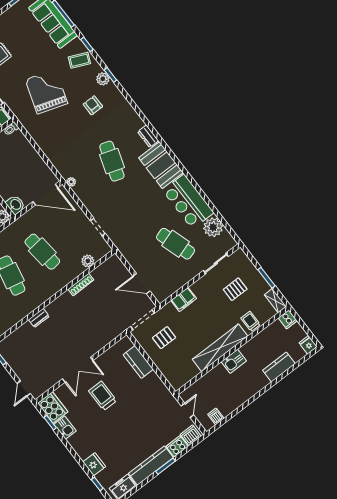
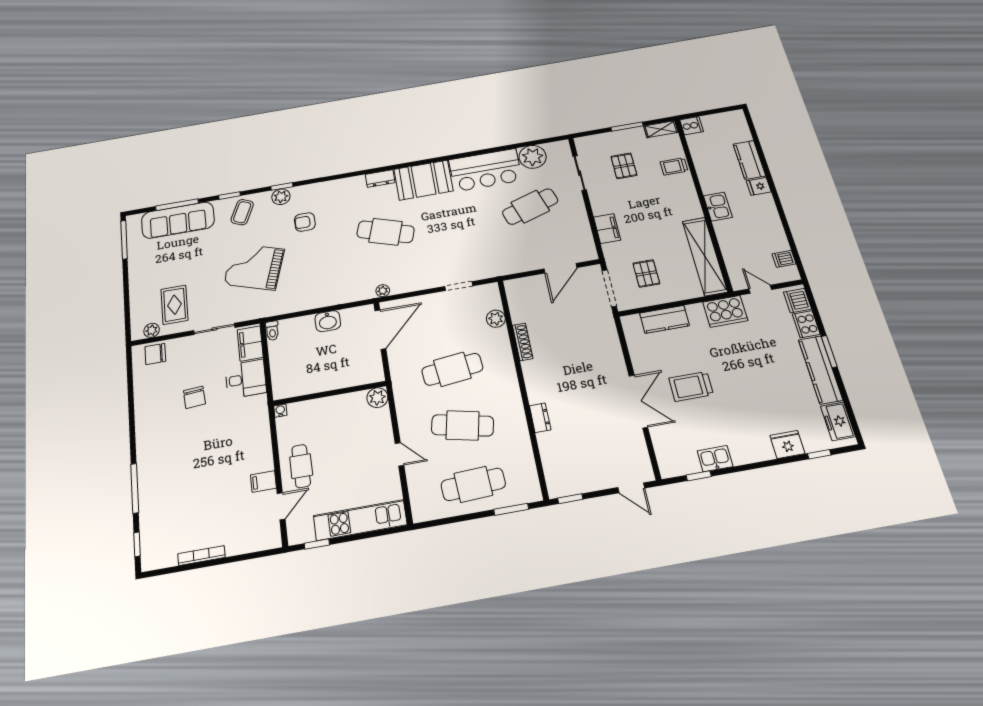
washbasin: (15, 205) -> (328, 321), moved, turned 180
fridge: (308, 345) -> (759, 186), moved
shelving: (220, 348) -> (705, 256), moved
cooker: (53, 408) -> (725, 311), moved, turned 180

